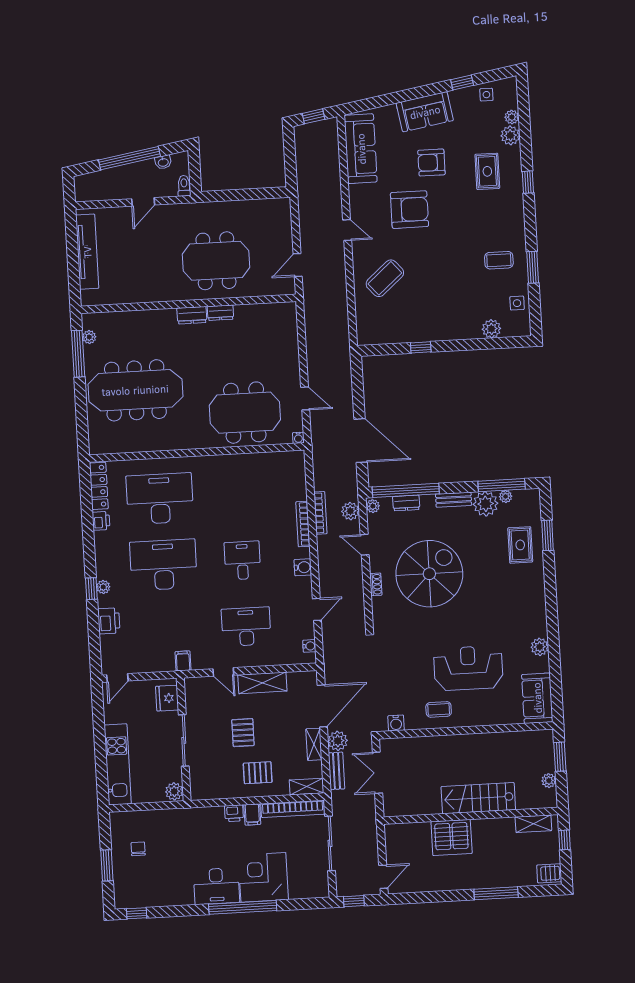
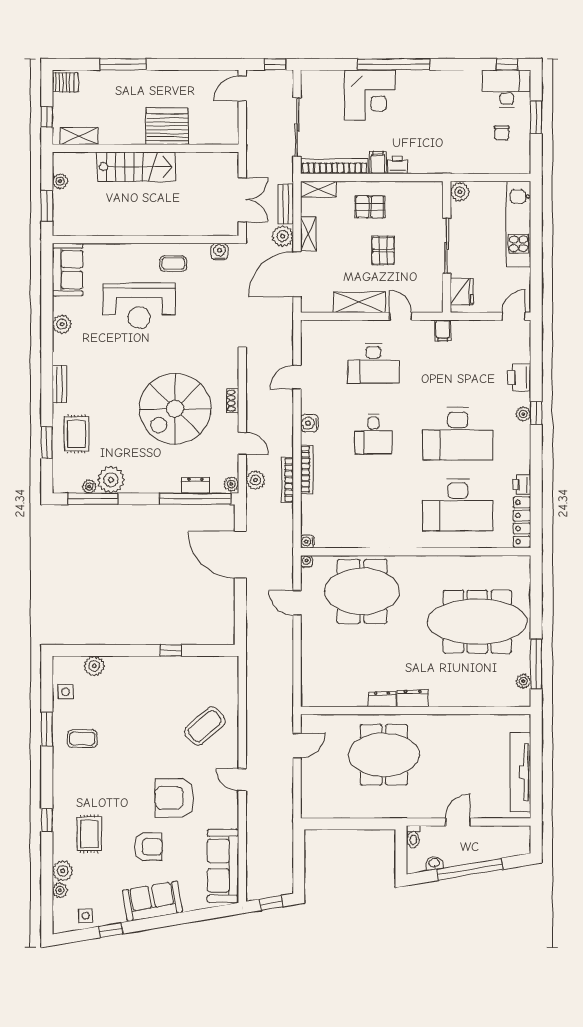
bench: (454, 500) -> (60, 384), moved, turned 90
water cooler: (309, 646) -> (307, 541), moved
desk: (216, 886) -> (507, 88), moved

